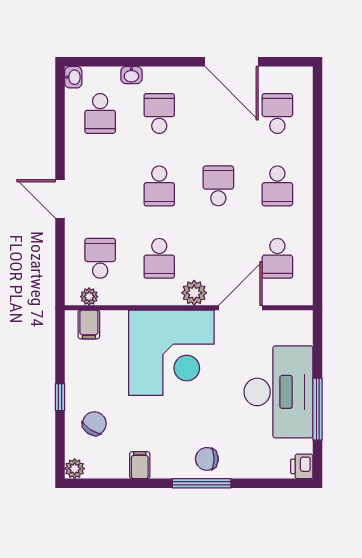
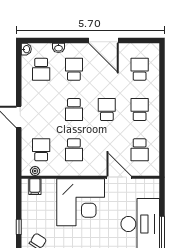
door: (232, 62) -> (104, 41), moved
school desk: (277, 186) -> (140, 110), turned 180
plant: (194, 293) -> (93, 169), removed
door: (240, 308) -> (119, 177), hinge flipped

